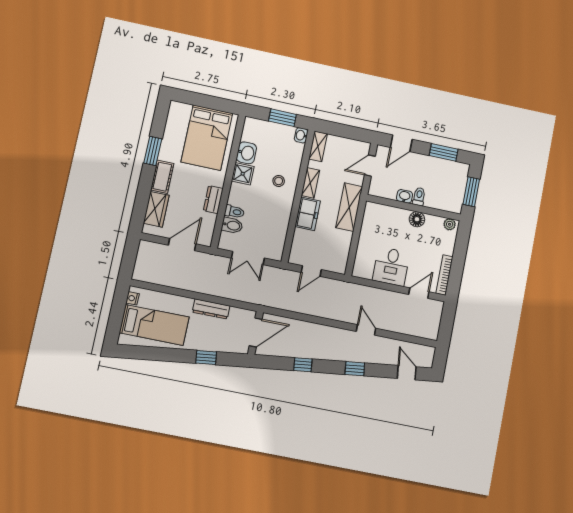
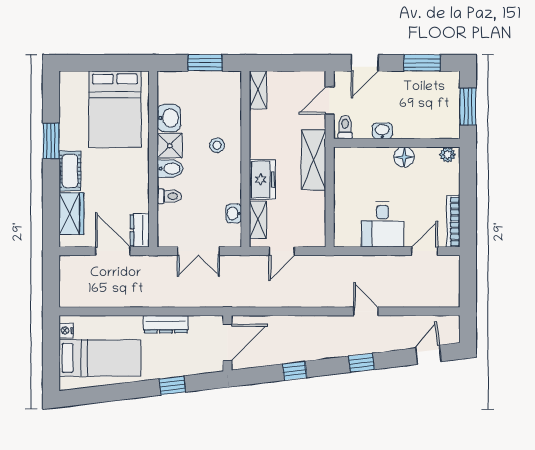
washbasin: (301, 135) -> (234, 213), moved
shelving: (310, 183) -> (258, 220), moved
toilet: (419, 197) -> (345, 127), moved
dresser: (213, 200) -> (140, 230), moved
bidet: (232, 225) -> (170, 169), moved
door: (182, 245) -> (113, 251), hinge flipped
door: (407, 373) -> (428, 355), hinge flipped

